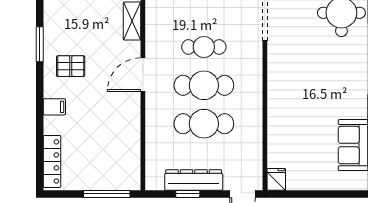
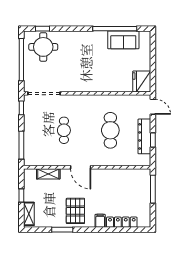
pallet: (71, 66) -> (75, 211), width x1.50, depth x1.42
cafe table: (204, 85) -> (87, 130), removed
locker: (52, 161) -> (122, 222), moved
fridge: (276, 179) -> (142, 81), width x1.88, depth x1.34

